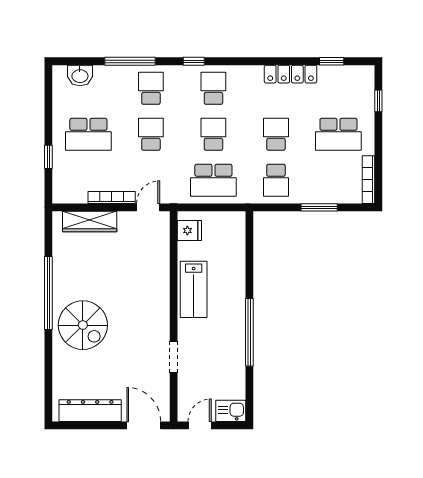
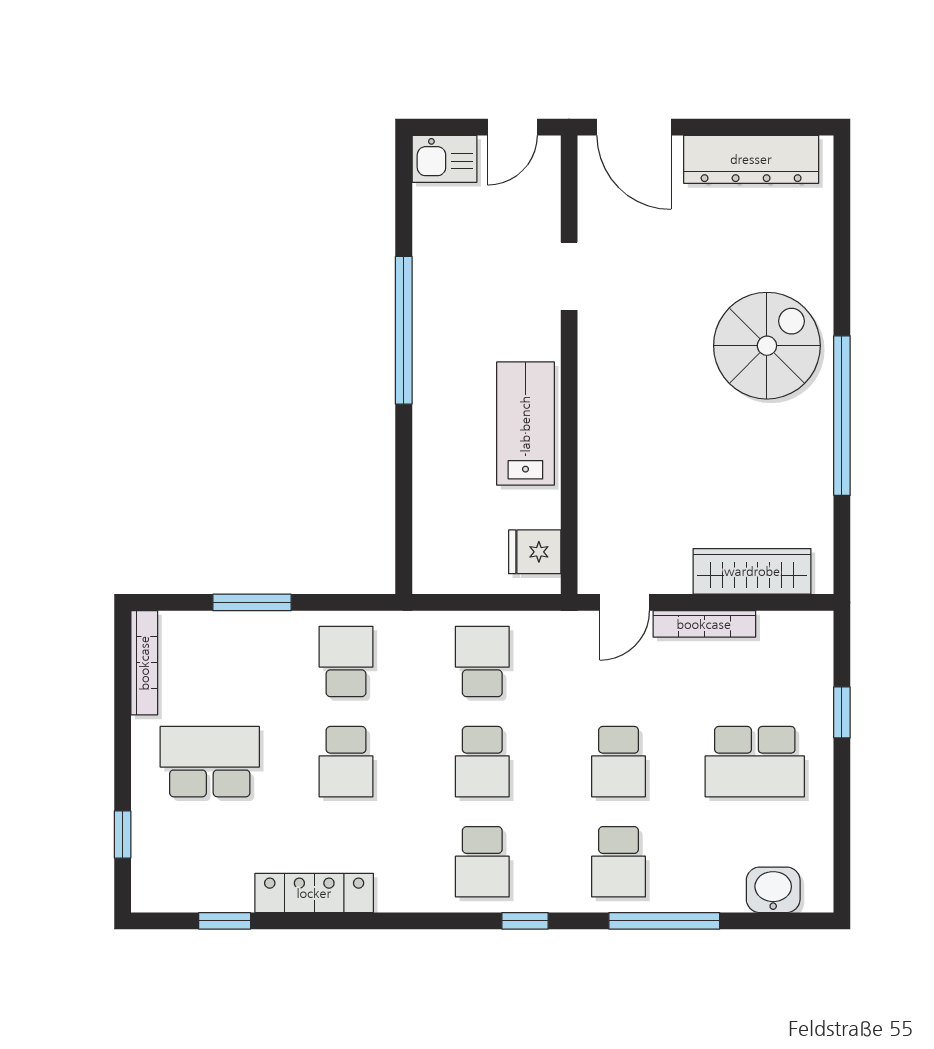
school desk: (88, 134) -> (755, 762), turned 180
school desk: (213, 180) -> (482, 661), width x0.54
spiral stairs: (83, 325) -> (767, 346), turned 90

